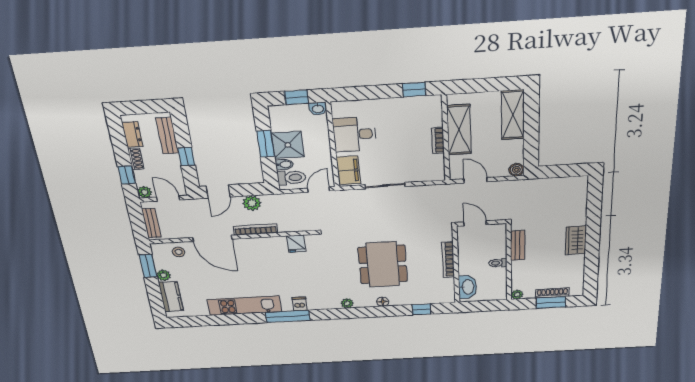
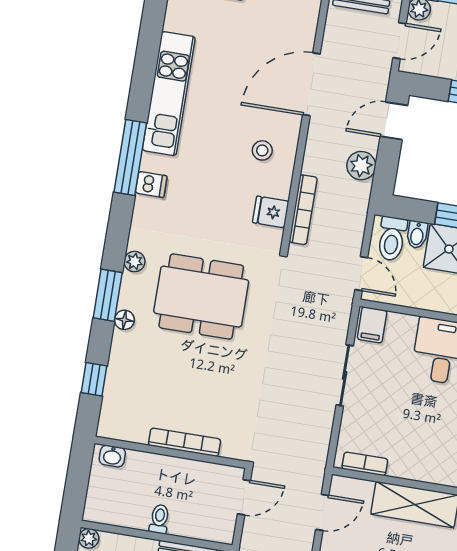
bookcase: (438, 141) -> (365, 464), moved
filing cabinet: (348, 170) -> (372, 325), width x0.50
door: (218, 191) -> (394, 121), hinge flipped
bookcase: (255, 230) -> (303, 210), moved
stool: (179, 252) -> (262, 150), moved
dining table: (383, 264) -> (201, 297), moved
washbasin: (468, 287) -> (112, 456), width x0.52, depth x0.69
window: (371, 312) -> (108, 295), added

